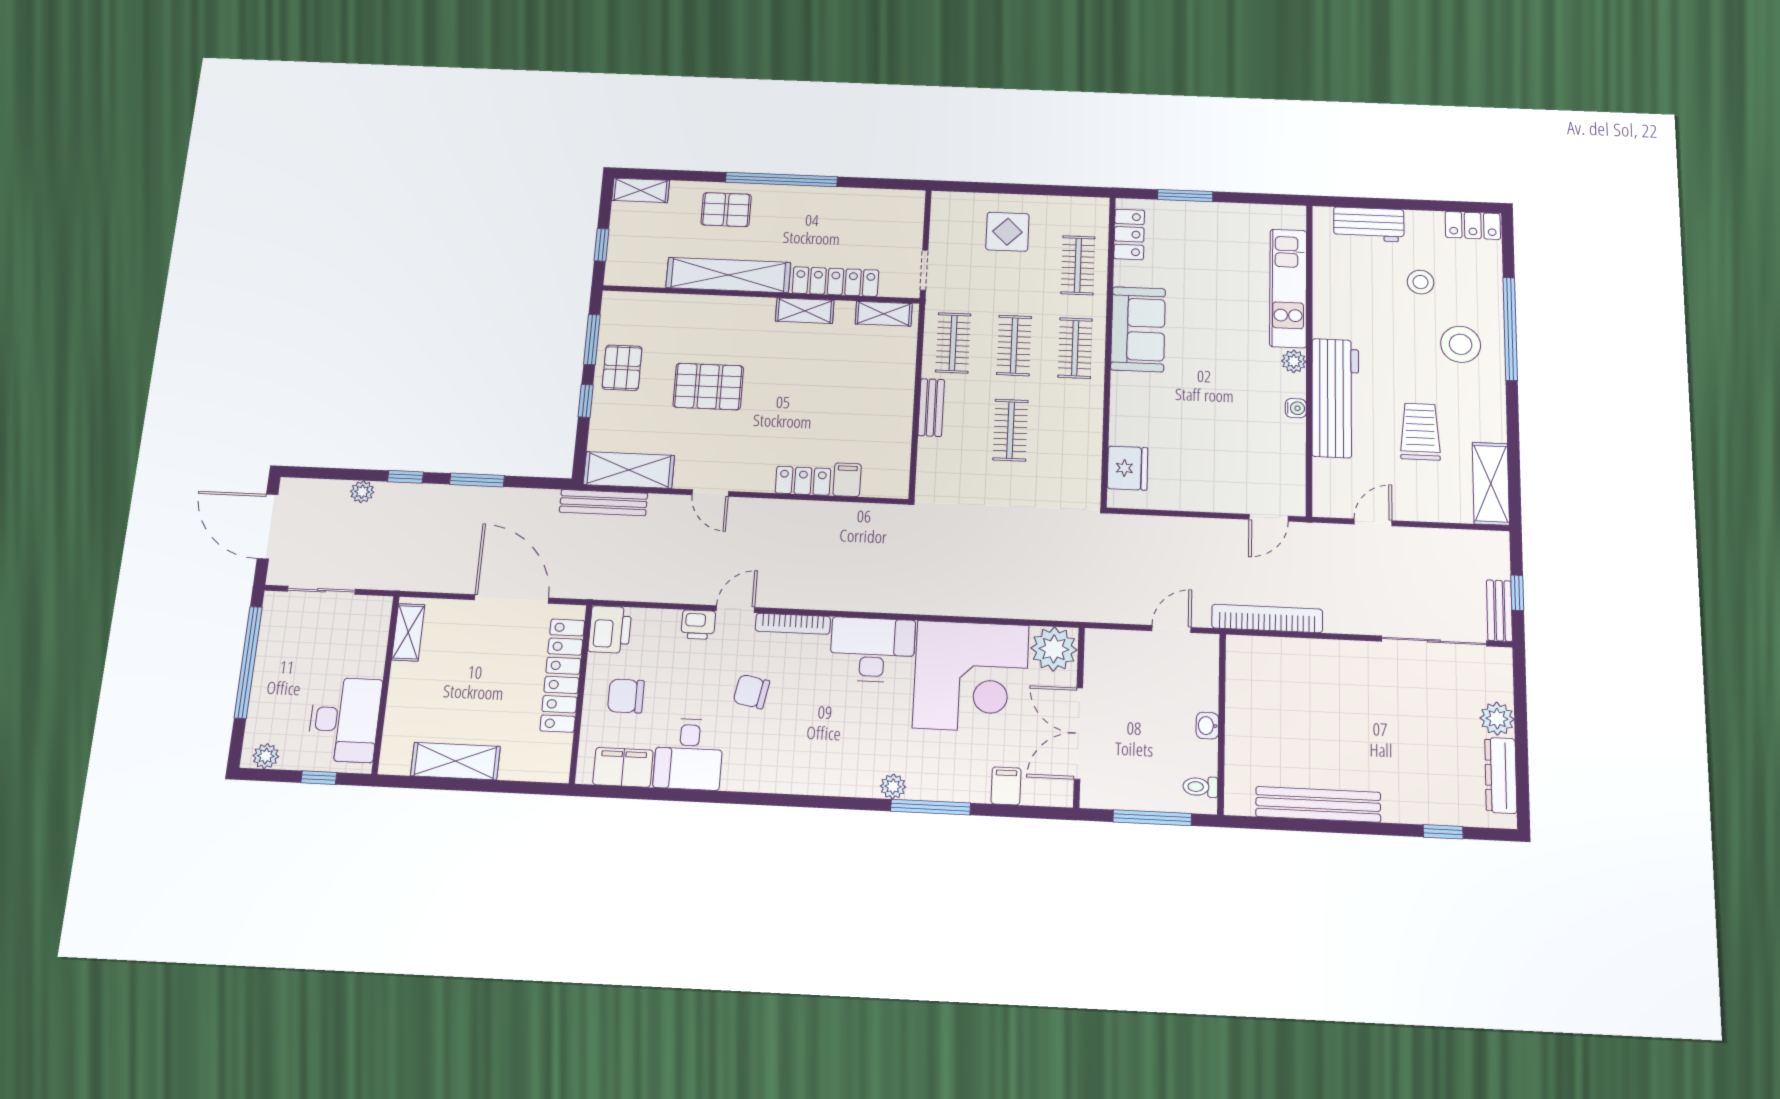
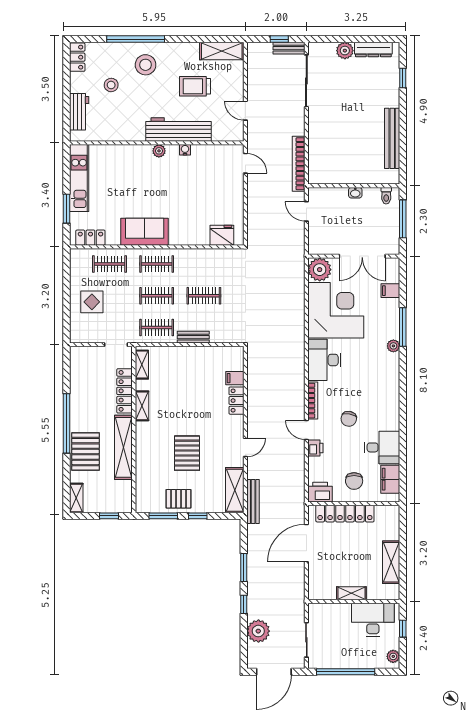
pallet: (726, 210) -> (86, 452), width x1.50, depth x1.42
kitchen unit: (1288, 288) -> (79, 178), moved, turned -90
plant: (362, 492) -> (258, 631), width x1.88, depth x1.88
shelving: (408, 632) -> (351, 593), moved

